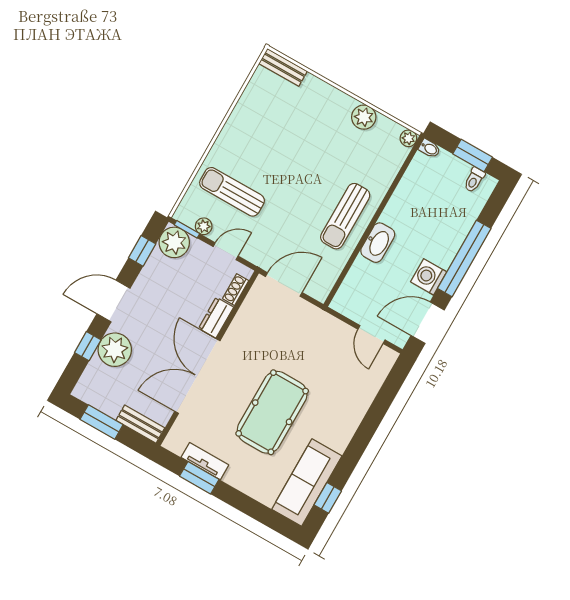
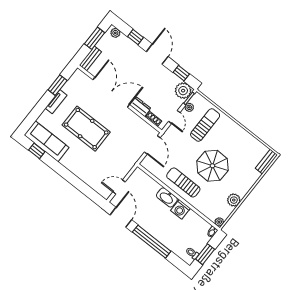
parasol: (306, 167) -> (212, 166), added
washing machine: (429, 277) -> (180, 209), moved, turned 180
plant: (115, 350) -> (115, 33), moved, width x0.53, depth x0.53
tv unit: (205, 461) -> (56, 102), moved

